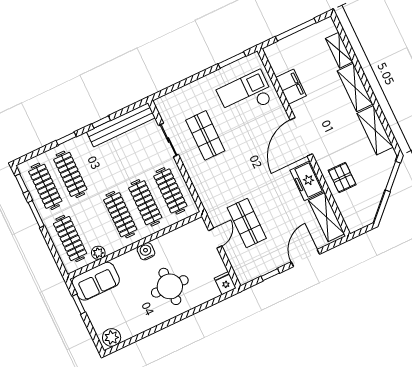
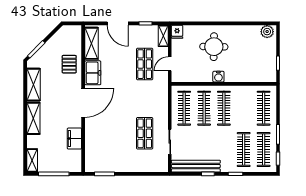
shelving: (339, 50) -> (32, 160), moved
checkout: (246, 95) -> (106, 147), removed
plant: (98, 253) -> (250, 90), removed
door: (305, 258) -> (118, 23), hinge flipped
shelving: (240, 270) -> (163, 36), added
sofa: (96, 281) -> (260, 73), removed

